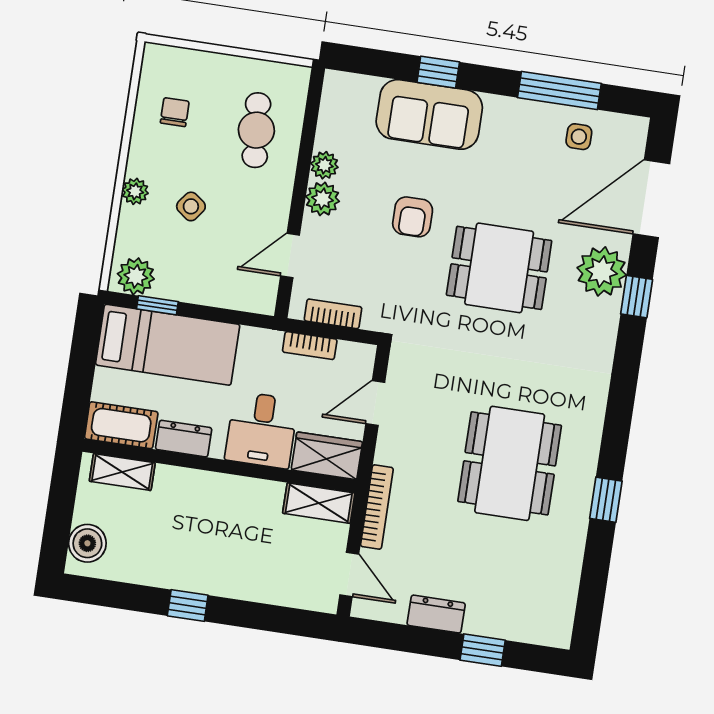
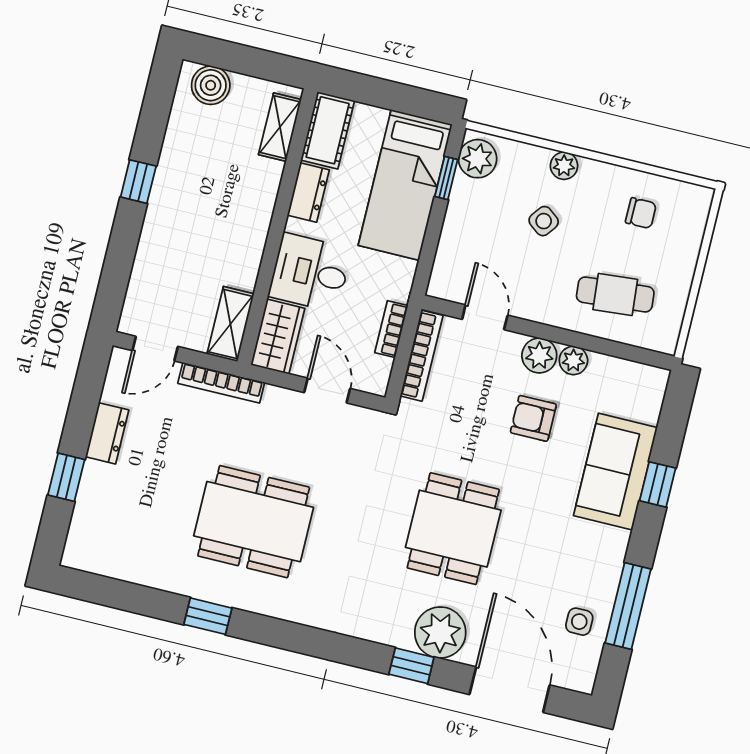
armchair: (413, 217) -> (533, 418), moved
bookcase: (333, 314) -> (422, 356), width x1.56

